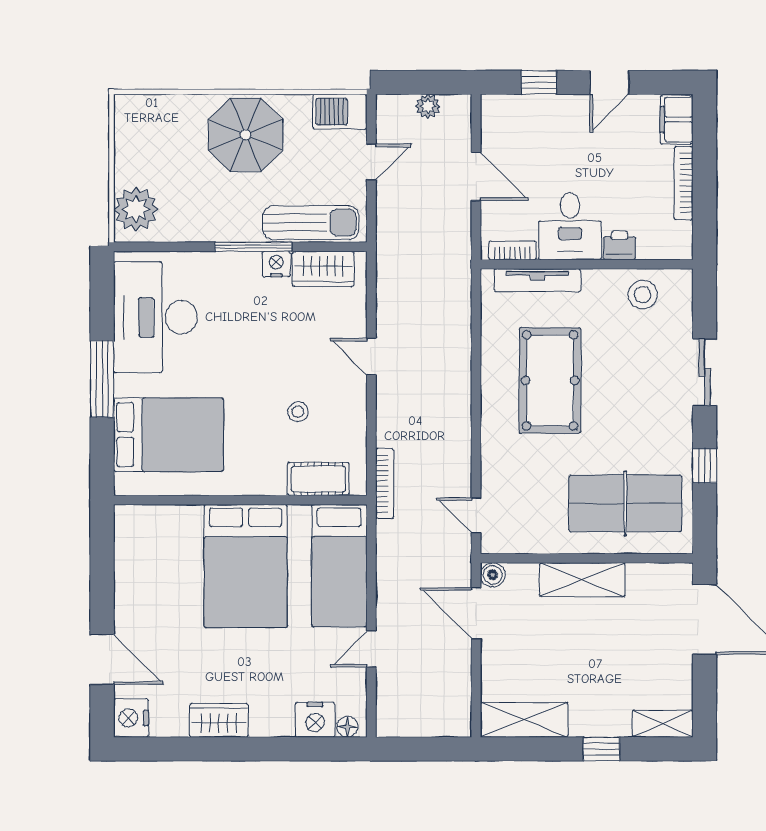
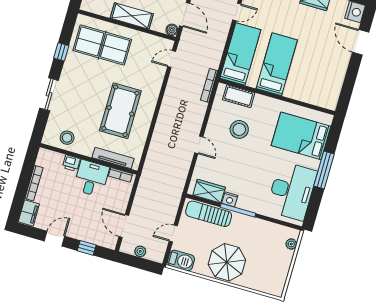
door: (476, 176) -> (124, 226), moved
plant: (136, 209) -> (291, 244), width x0.53, depth x0.53
stool: (298, 412) -> (239, 129), width x1.89, depth x1.89
door: (476, 515) -> (172, 59), swing flipped
bed: (246, 566) -> (277, 64), width x0.67

